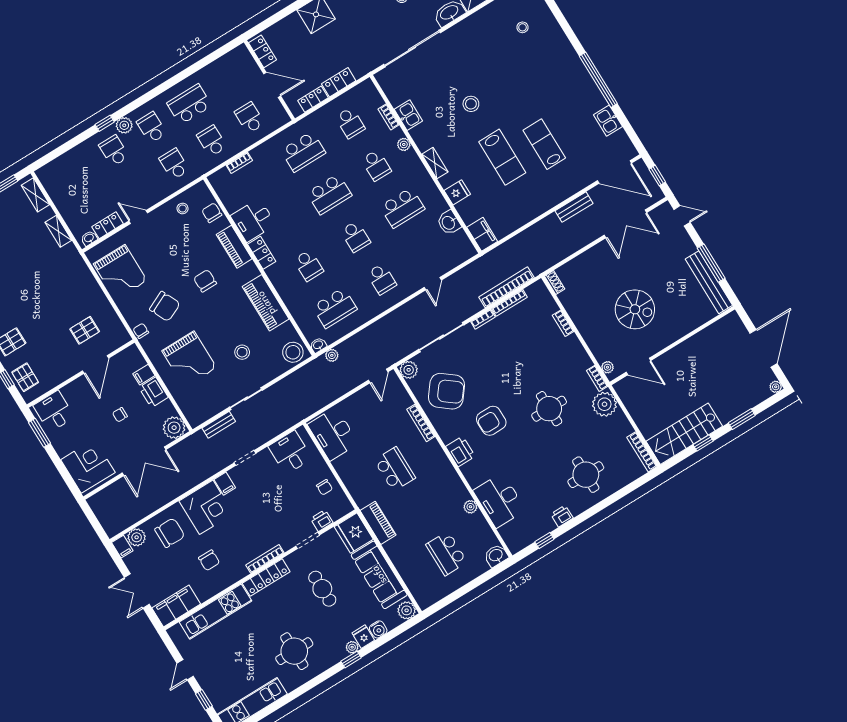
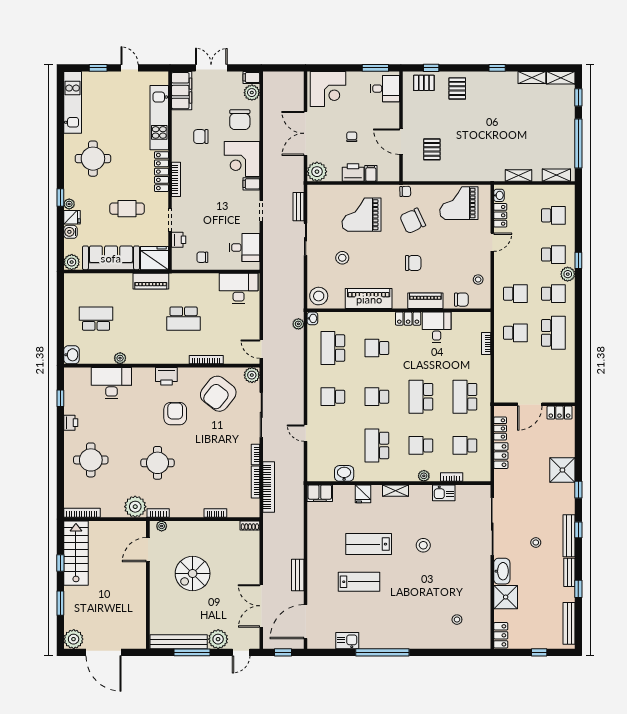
school desk: (249, 118) -> (553, 215), moved
plant: (683, 246) -> (218, 639), added
plant: (776, 387) -> (74, 639), width x1.87, depth x1.87

